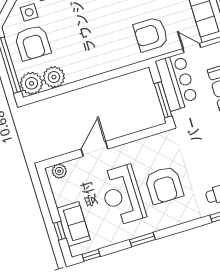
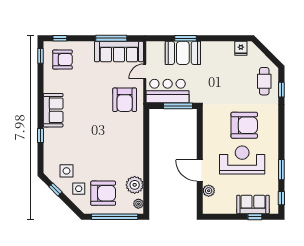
plant: (31, 83) -> (138, 204), width x0.53, depth x0.53
plant: (59, 171) -> (209, 191), moved
reception desk: (122, 195) -> (242, 160), turned 180
window: (142, 240) -> (281, 170), moved

